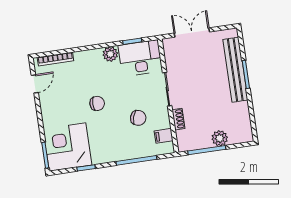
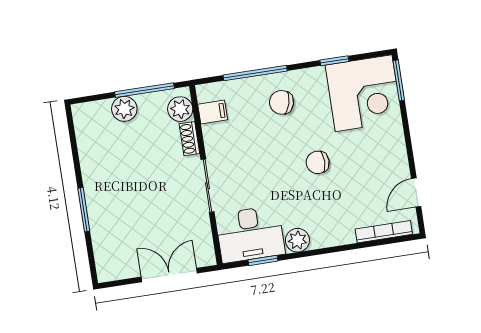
double door: (192, 33) -> (169, 275), swing flipped
bench: (235, 70) -> (100, 217), removed
chair: (138, 118) -> (282, 102), moved
plant: (184, 138) -> (180, 109), added

